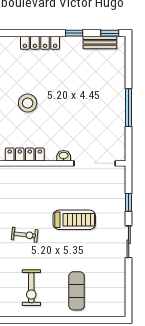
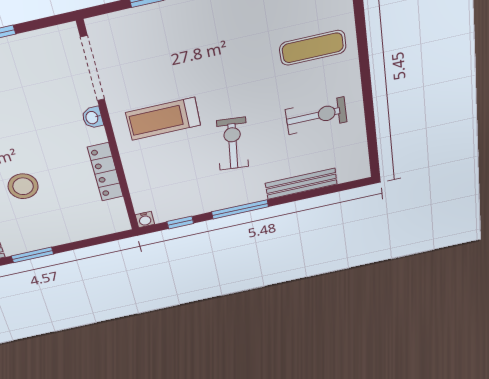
treadmill: (74, 220) -> (163, 119), moved, turned -90
exercise bike: (25, 235) -> (233, 144), width x1.38, depth x1.39

